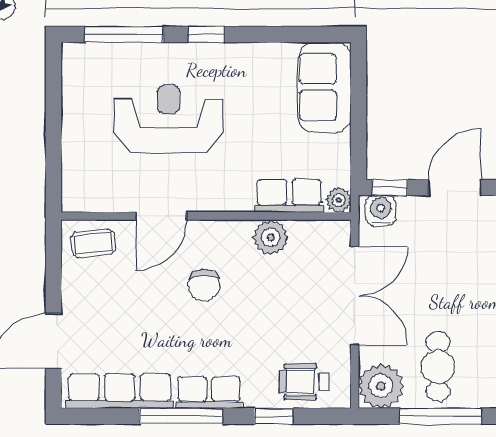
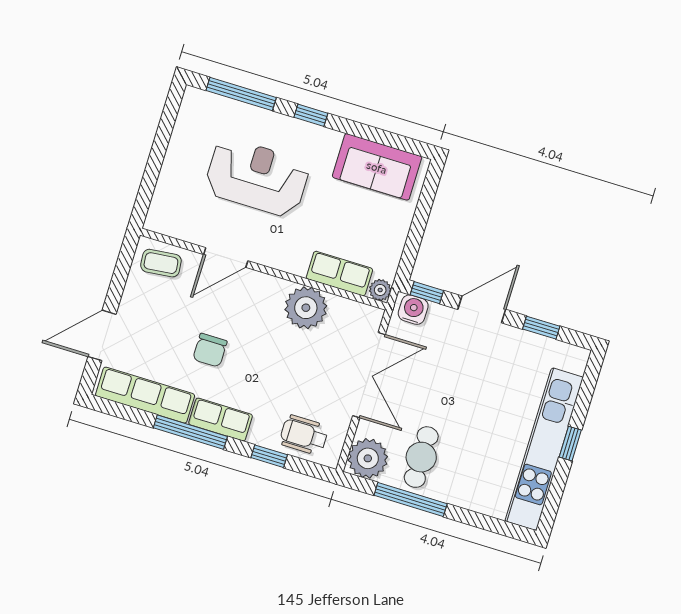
sofa: (325, 87) -> (377, 167), moved, turned -90
plant: (271, 237) -> (306, 308), width x1.36, depth x1.36
chair: (204, 285) -> (210, 350), moved

